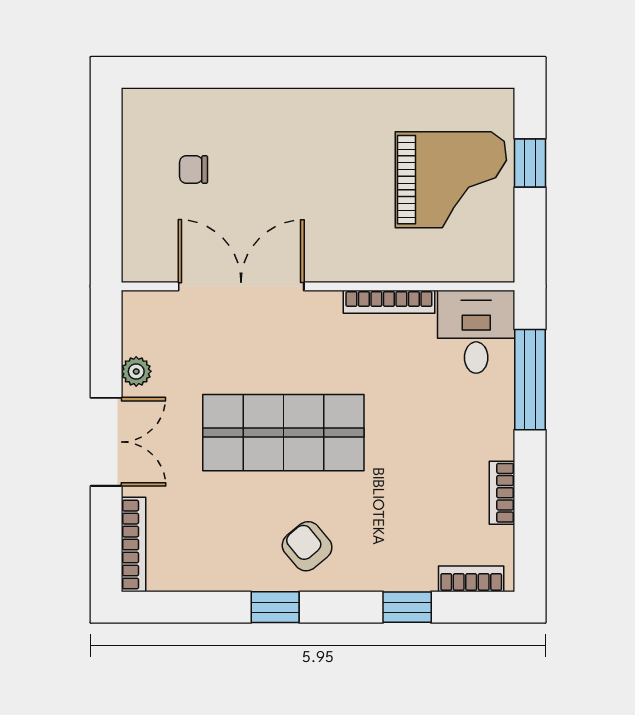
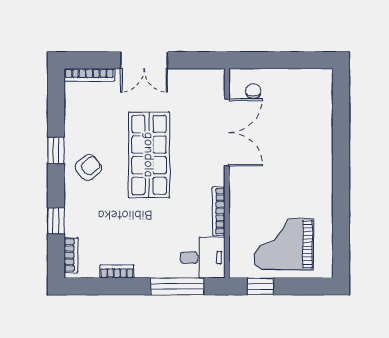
window: (530, 163) -> (261, 286), moved
chair: (194, 169) -> (253, 91), moved
grand piano: (451, 180) -> (284, 244), turned 90
plant: (136, 371) -> (182, 76), removed

